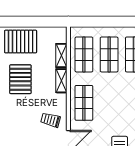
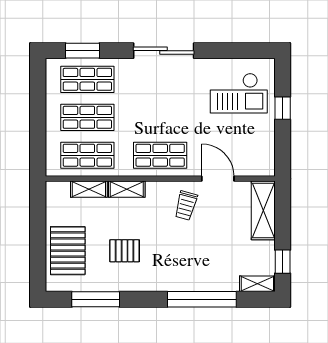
pallet: (20, 79) -> (125, 251), width x0.67, depth x0.71

